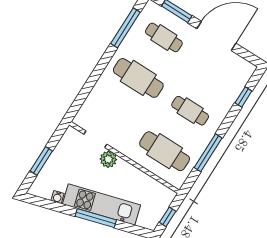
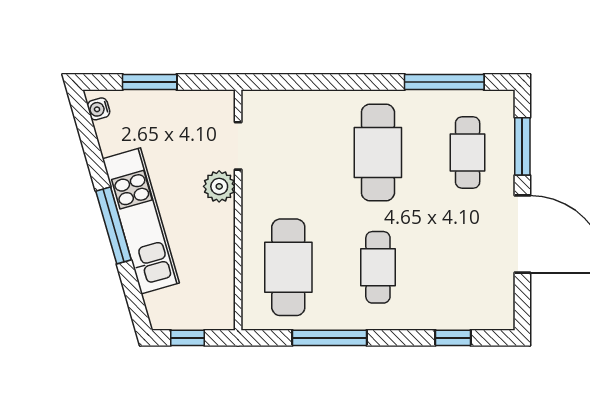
water cooler: (57, 197) -> (99, 109), moved

